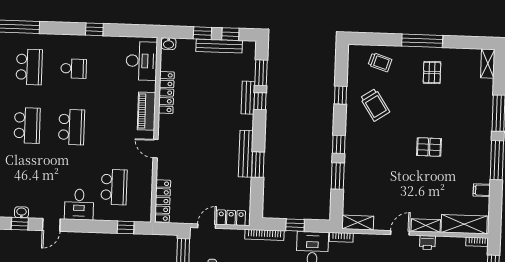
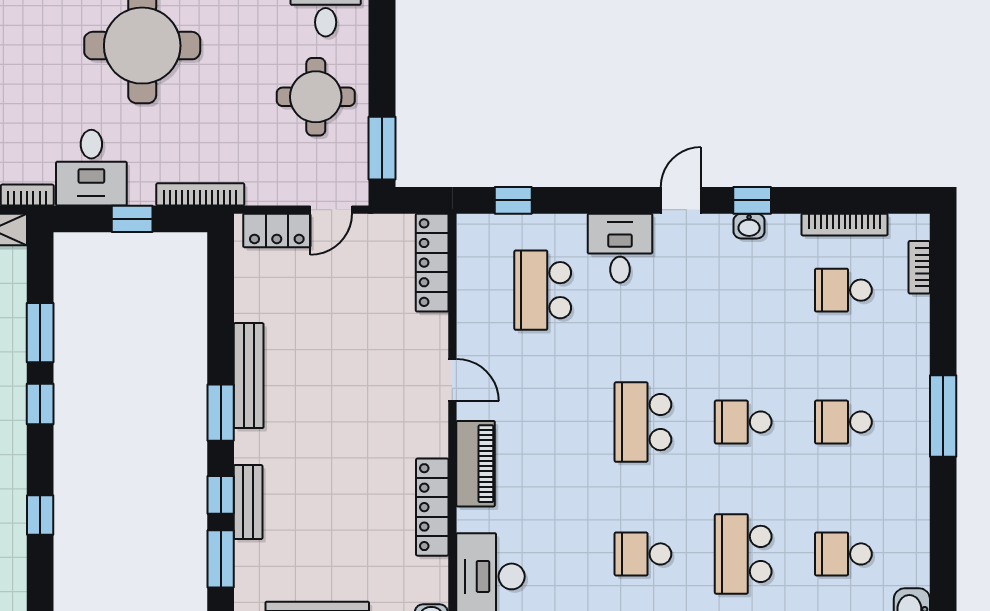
school desk: (27, 125) -> (743, 422), width x0.54
window: (258, 165) -> (221, 413), moved

